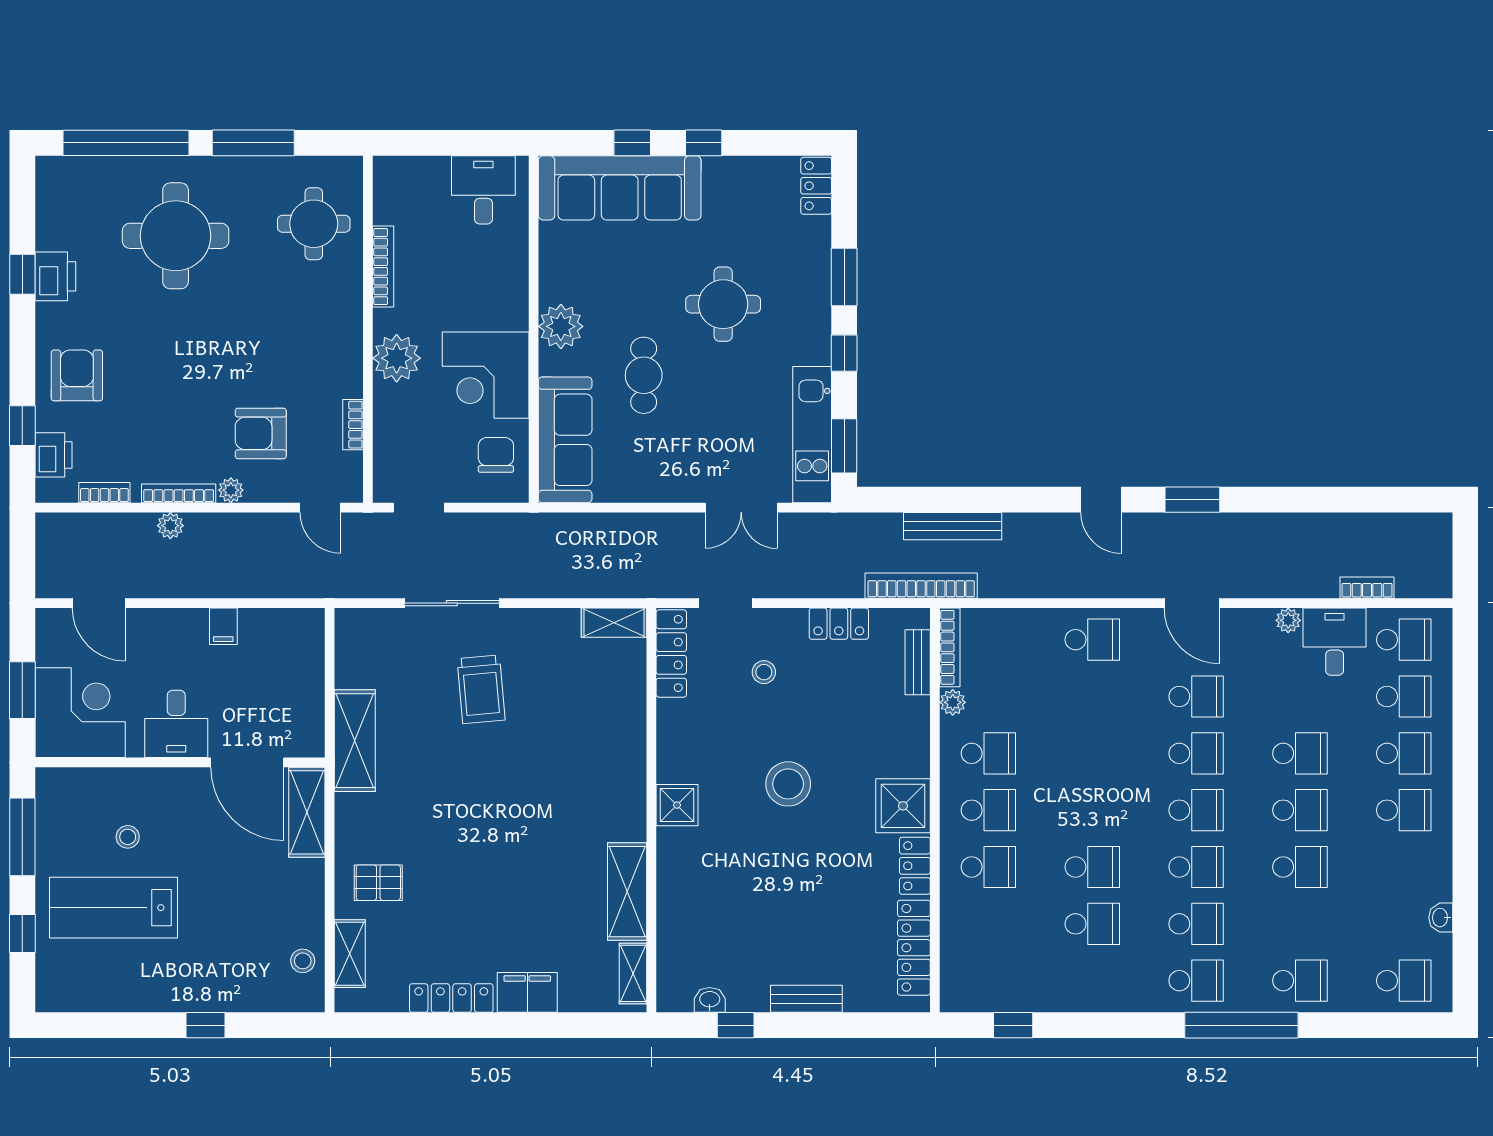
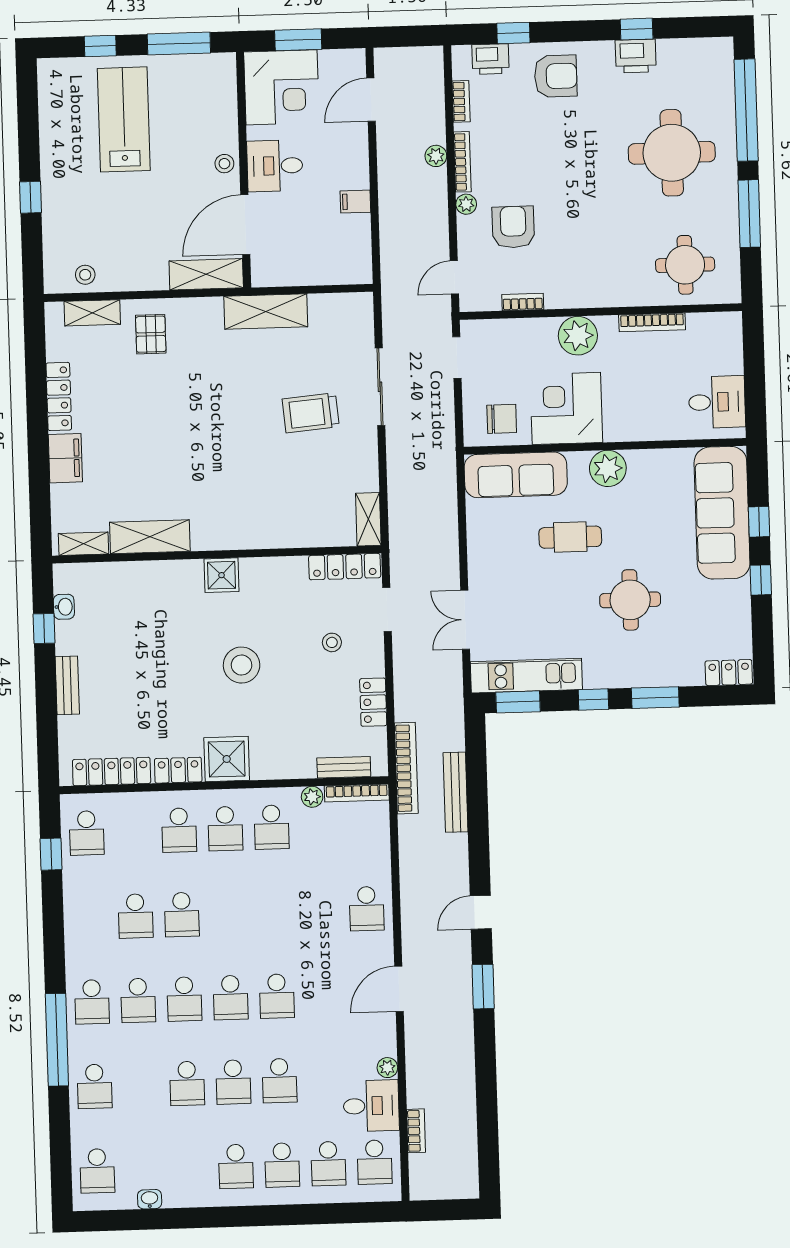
school desk: (1196, 696) -> (87, 833), moved
stool: (128, 837) -> (224, 164), moved

